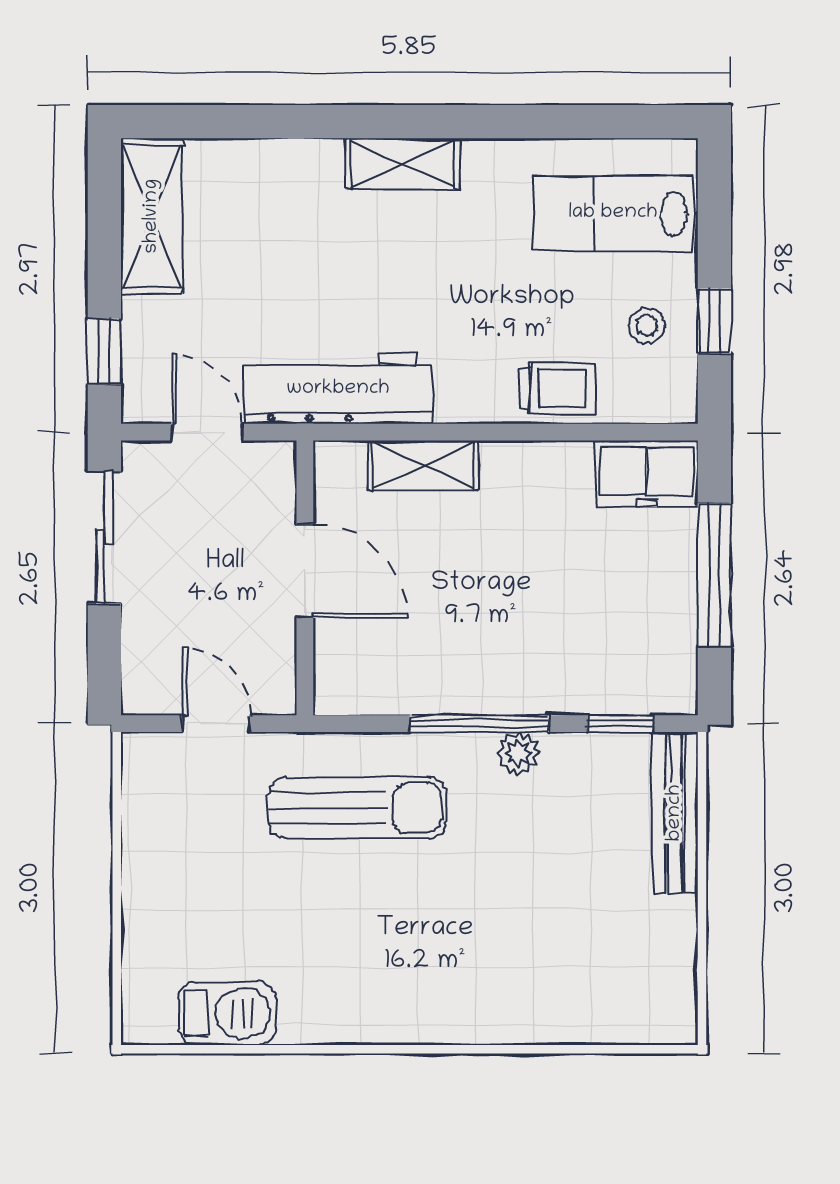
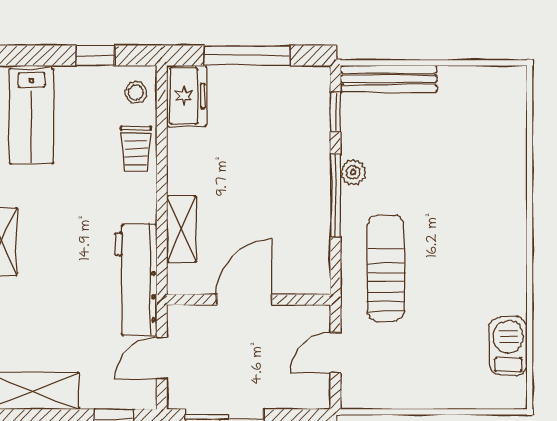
stool: (647, 325) -> (136, 93), moved
trolley: (557, 389) -> (136, 149), turned 180

